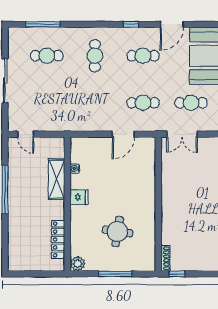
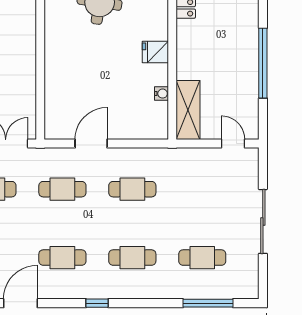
window: (131, 24) -> (97, 303), moved
cafe table: (95, 56) -> (132, 258), turned 90
cafe table: (95, 103) -> (132, 189), added
shelving: (57, 179) -> (188, 110), moved

